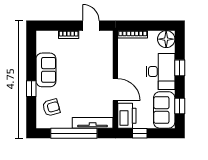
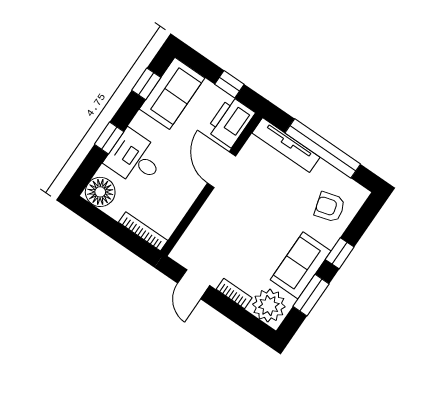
plant: (48, 40) -> (269, 305), added
window: (31, 59) -> (311, 295), added
desk: (161, 71) -> (135, 158), width x0.73

